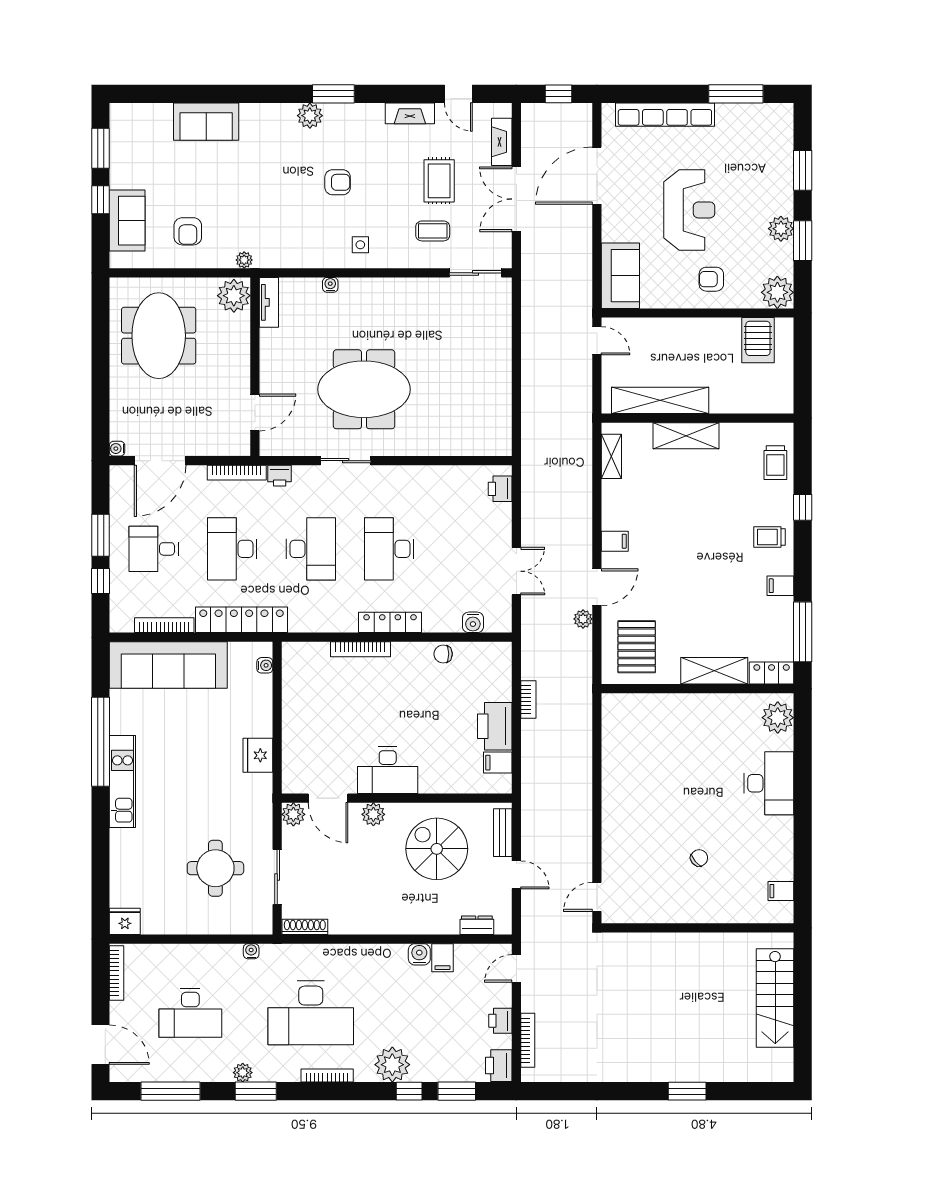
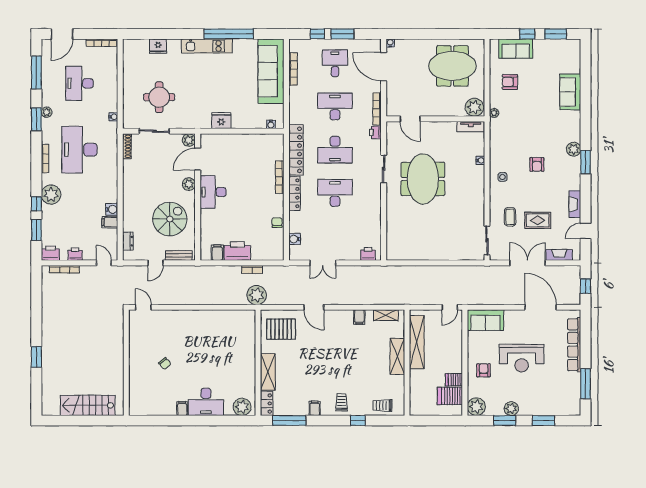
server rack: (728, 333) -> (454, 380), added
filing cabinet: (615, 541) -> (359, 317), moved
plant: (583, 619) -> (257, 295), moved, width x1.87, depth x1.87
locker: (242, 620) -> (296, 150), moved
filing cabinet: (781, 891) -> (182, 409), moved
fridge: (125, 921) -> (158, 46), moved, turned 90

